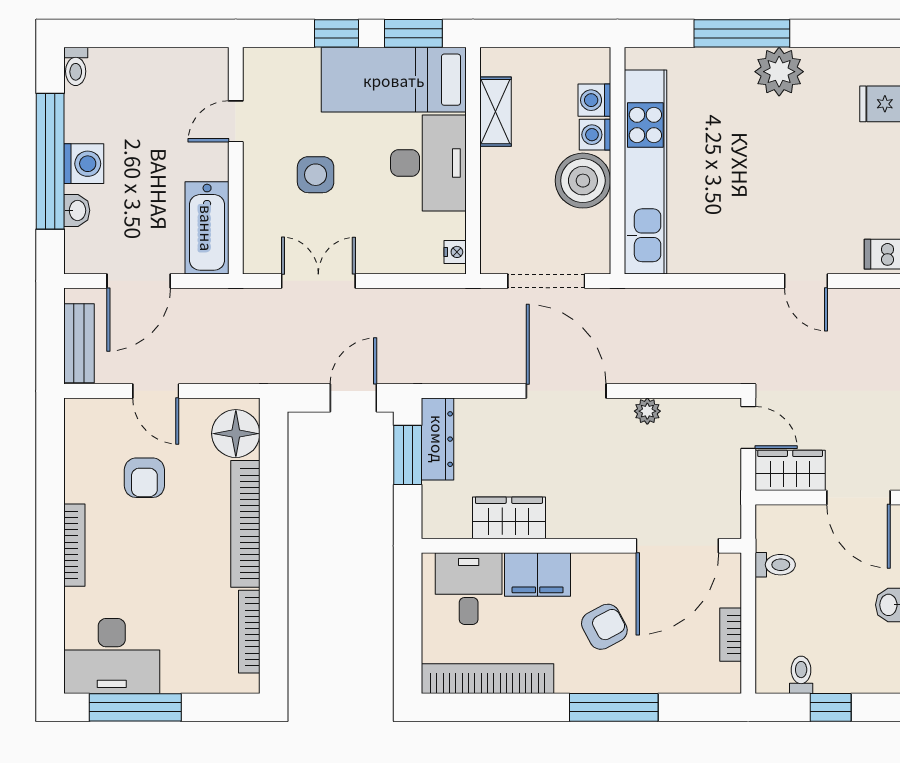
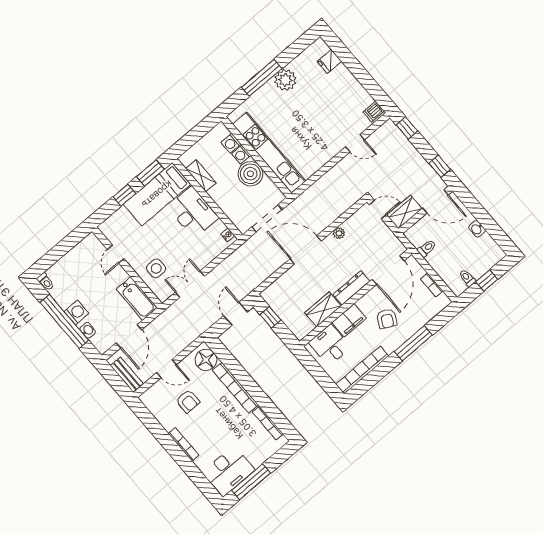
side table: (316, 175) -> (156, 268), moved
dresser: (438, 439) -> (352, 288), moved, turned -90
window: (408, 455) -> (270, 317), width x0.67
armchair: (604, 627) -> (387, 319), turned 146

